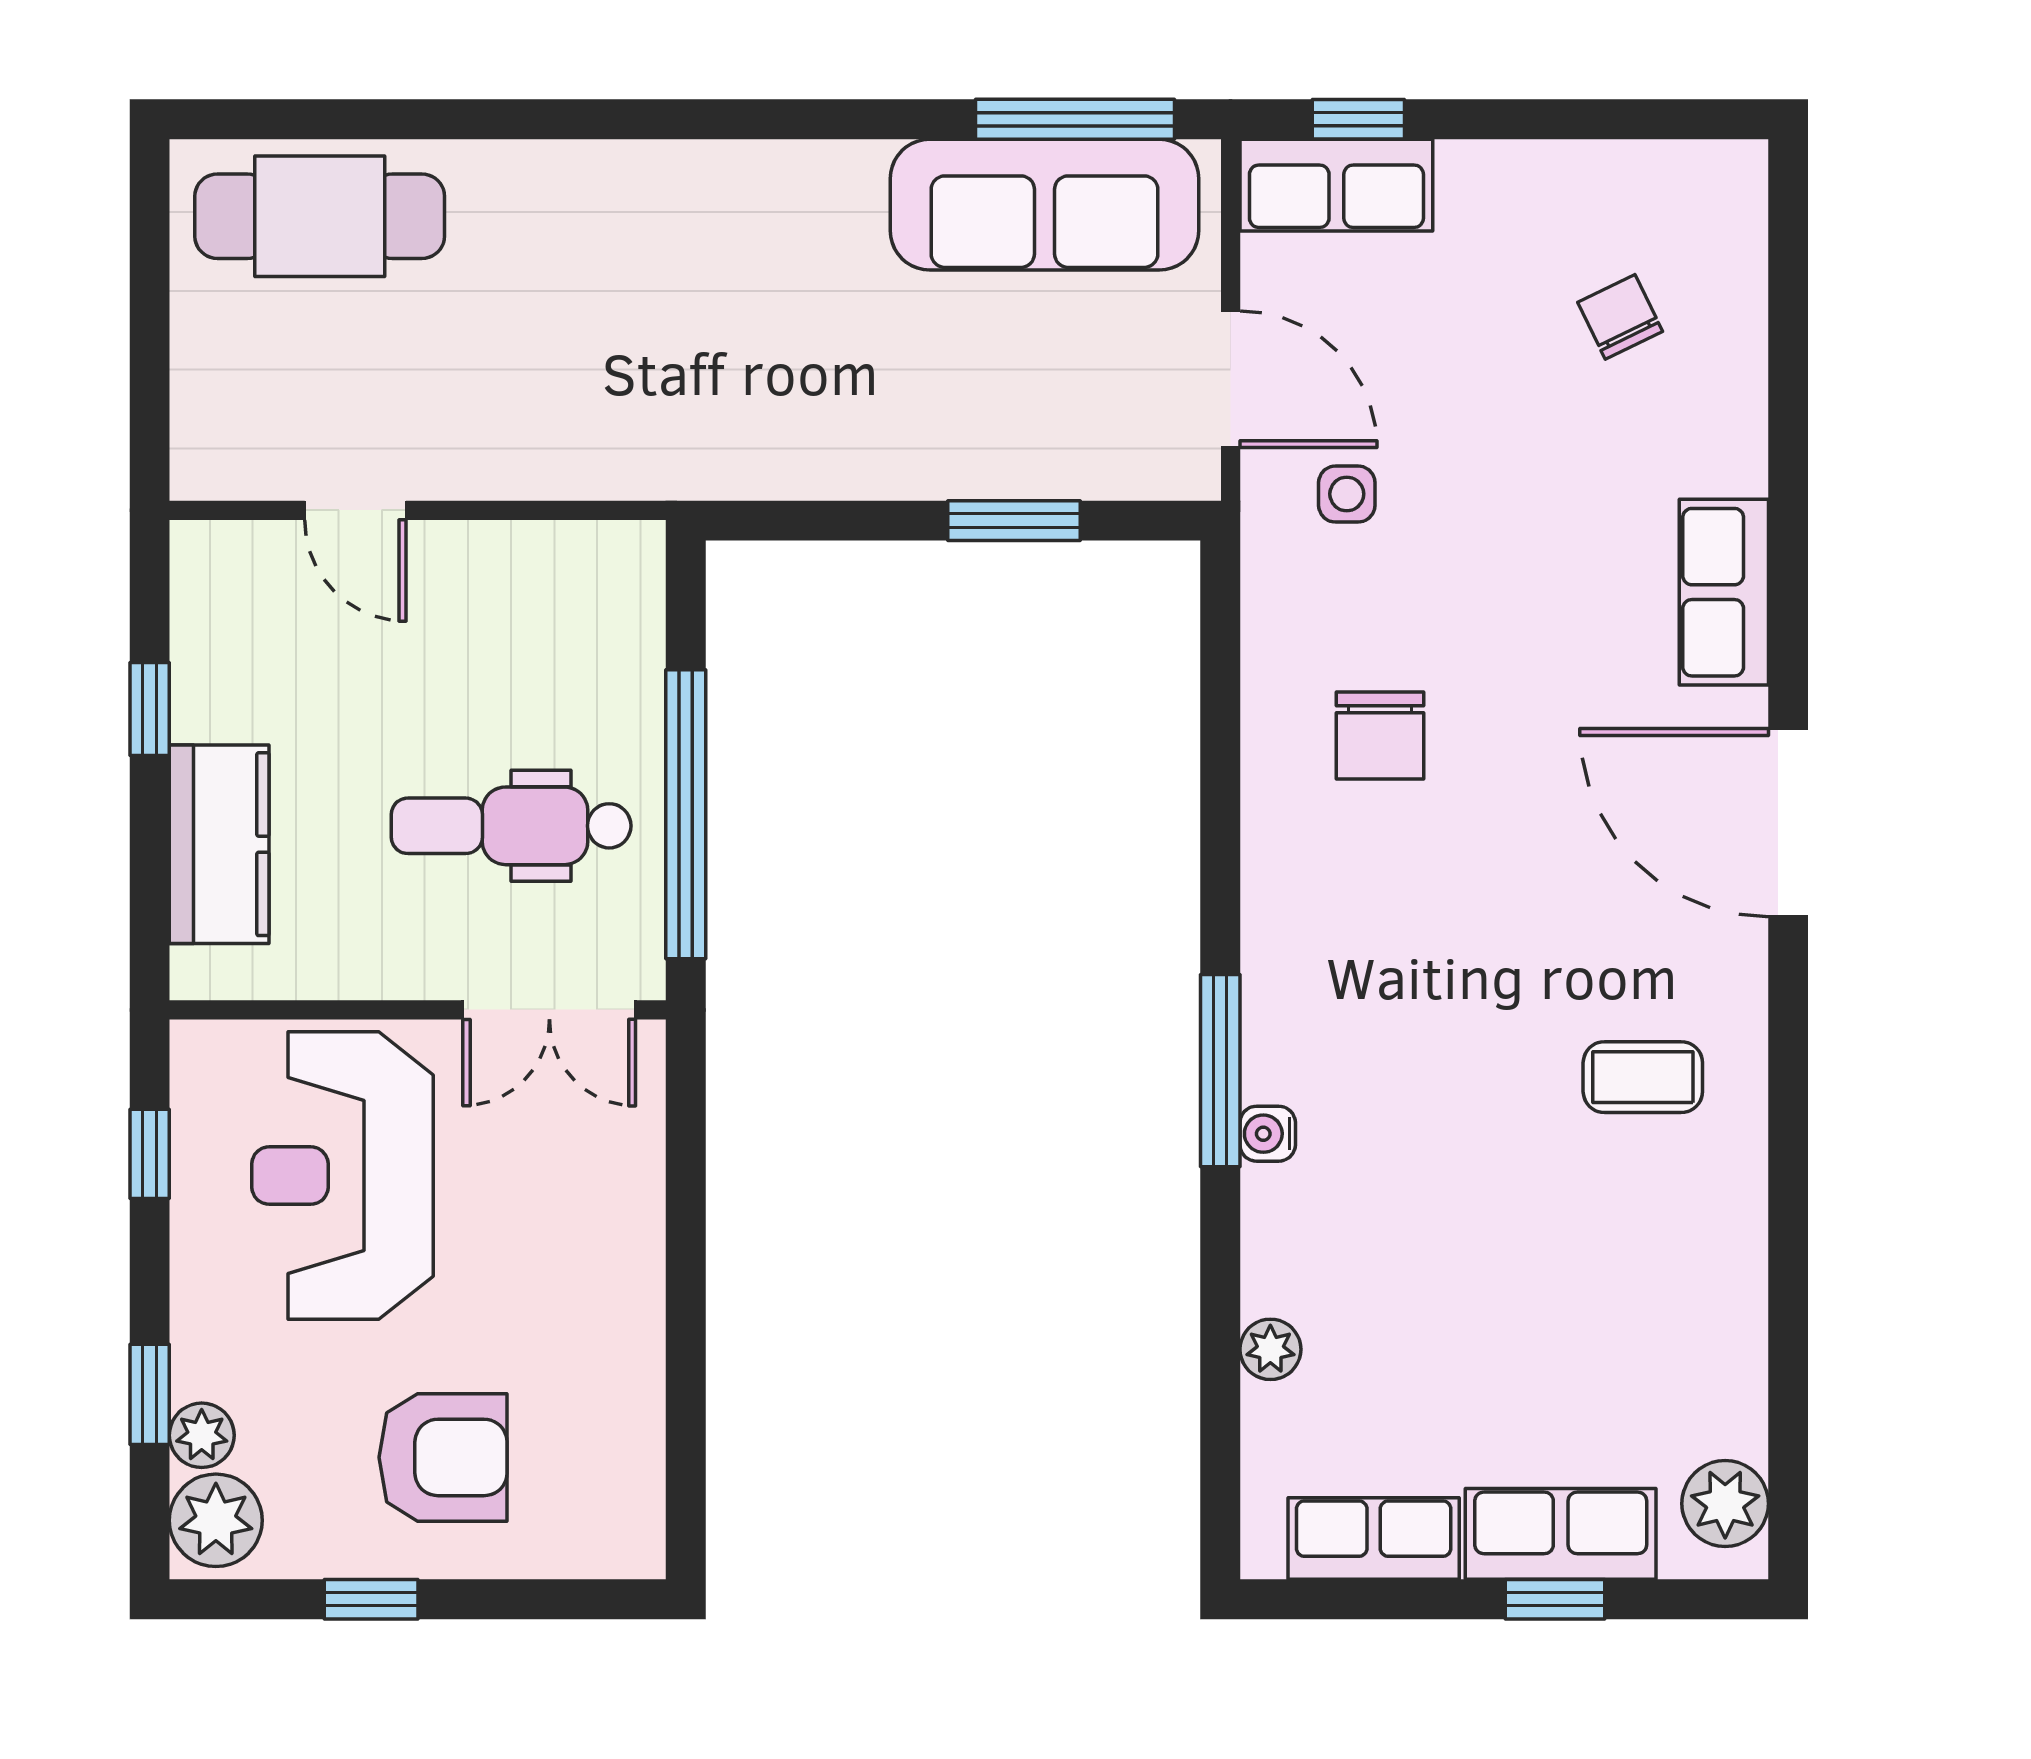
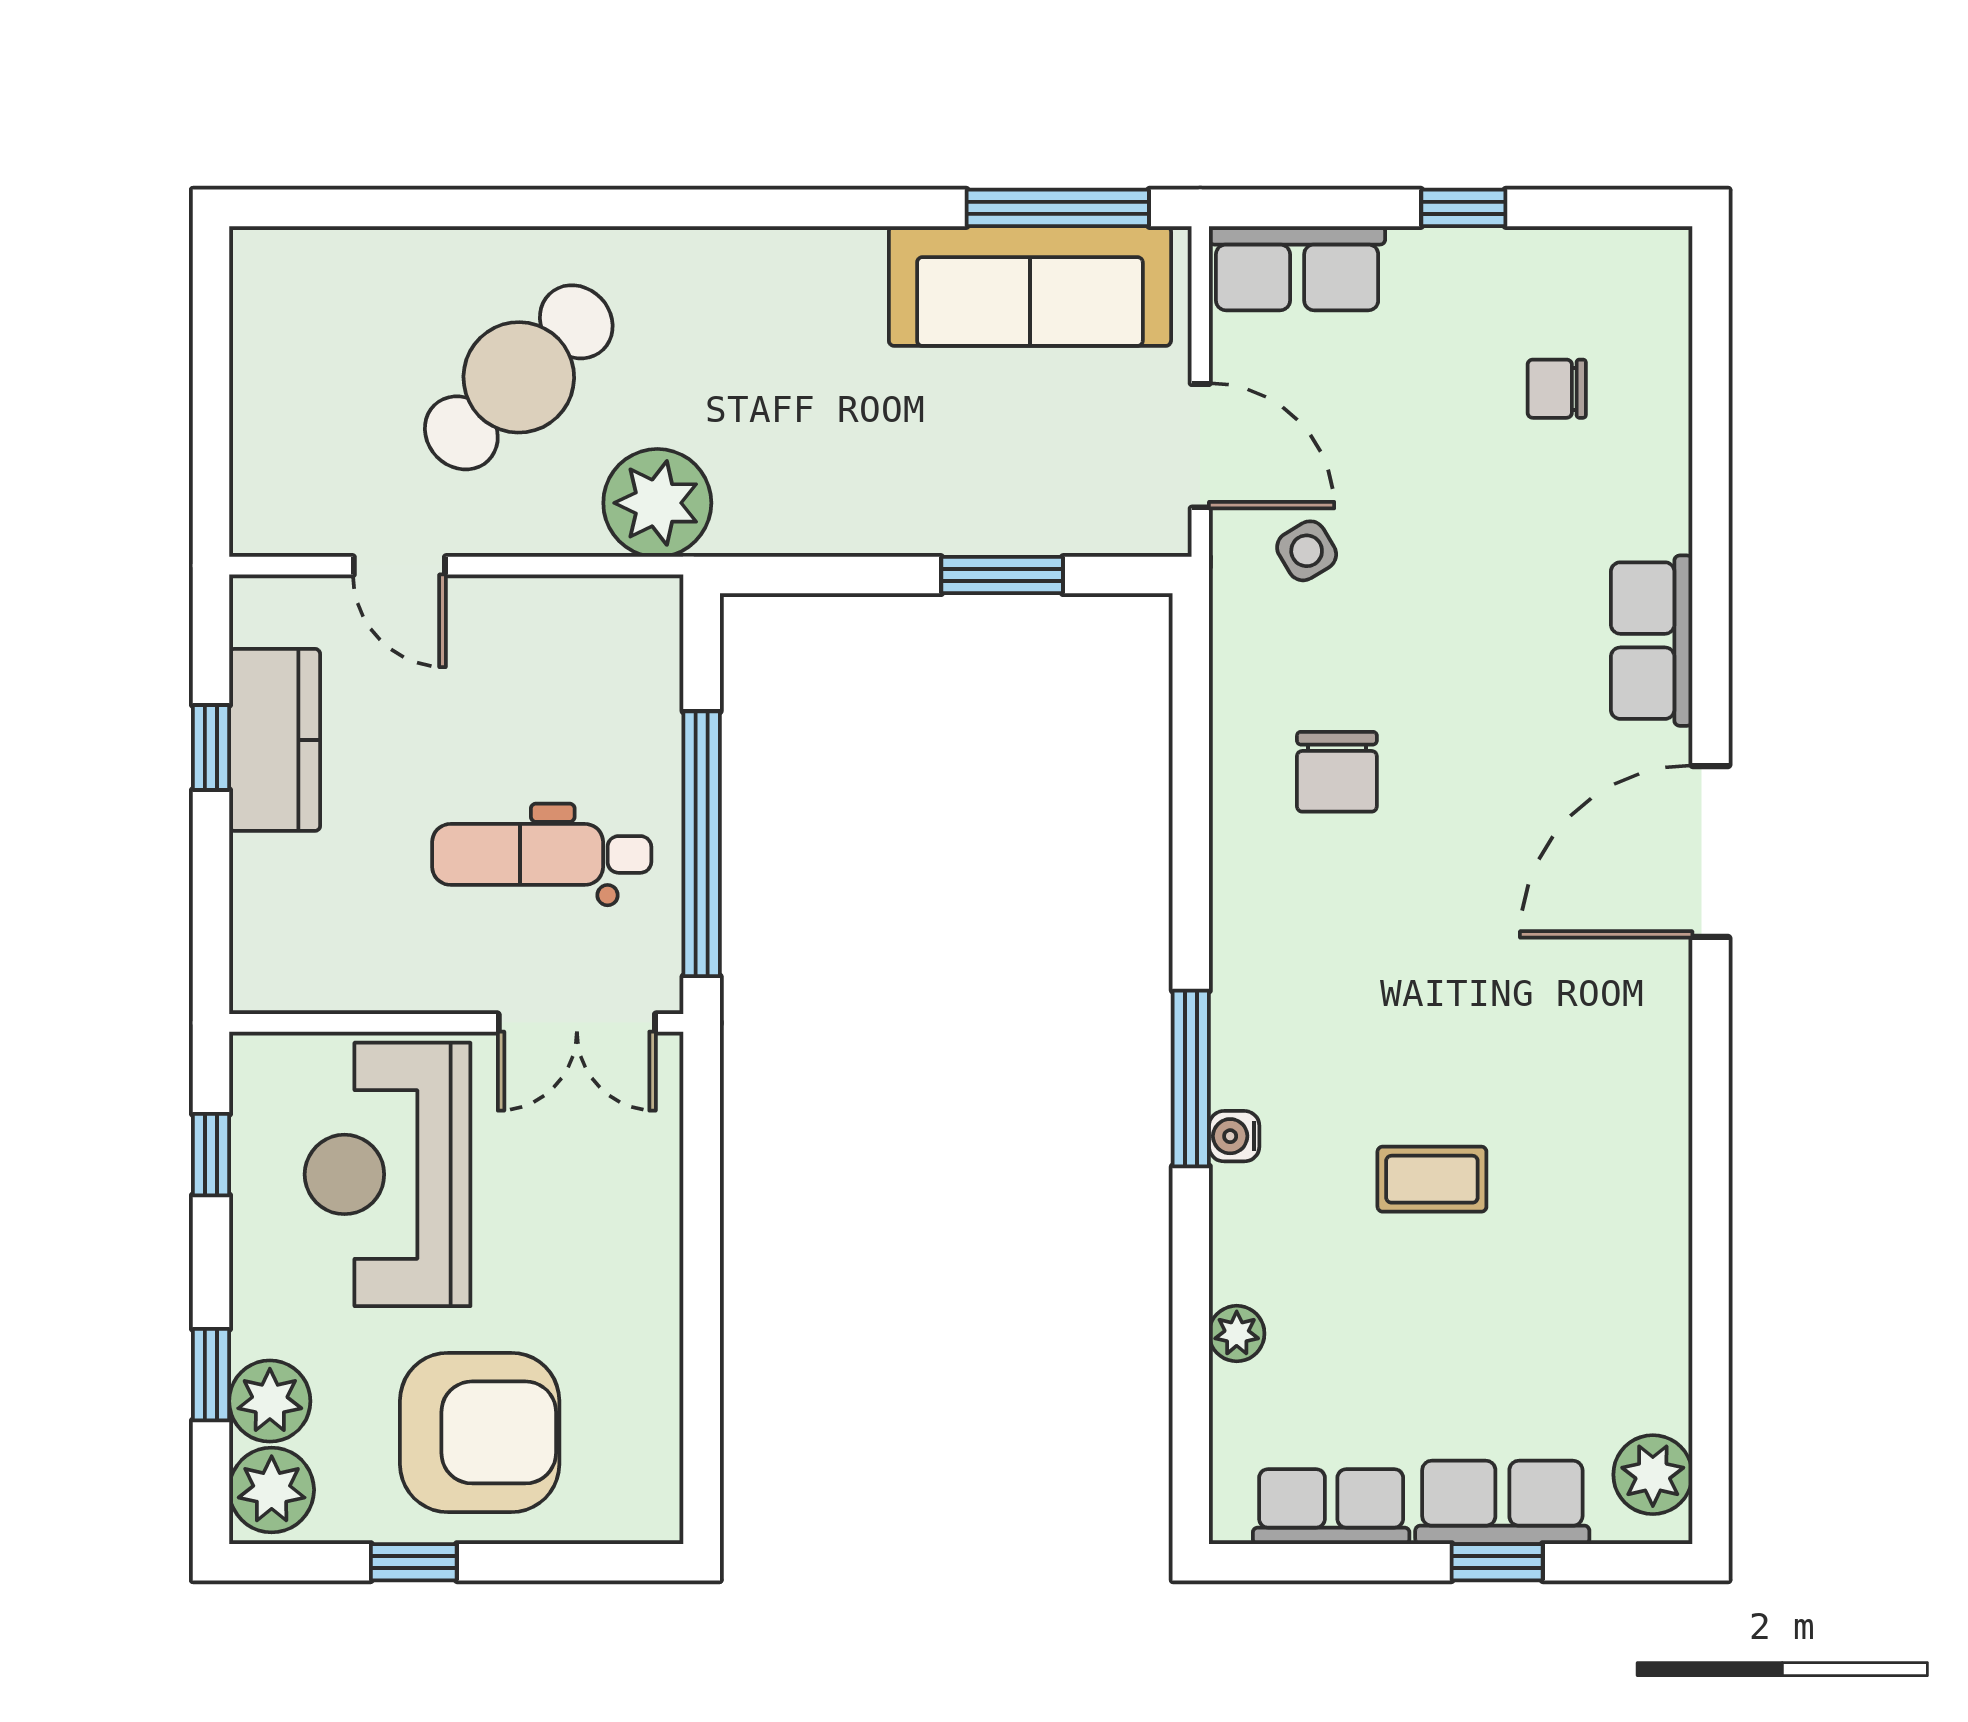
window: (1358, 119) -> (1463, 208), moved
cafe table: (320, 216) -> (519, 377), moved, turned -44
chair: (1620, 317) -> (1557, 389), turned -64
plant: (637, 442) -> (657, 503), added
side table: (1347, 494) -> (1307, 551), turned -31
door: (1788, 823) -> (1710, 852), hinge flipped
kitchen counter: (219, 844) -> (275, 740), moved
coffee table: (1643, 1077) -> (1432, 1179), moved
plant: (202, 1435) -> (270, 1401), width x1.38, depth x1.38
armchair: (443, 1457) -> (480, 1432), width x1.36, depth x1.36

